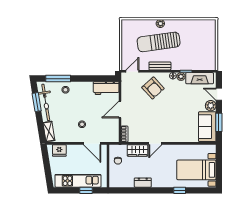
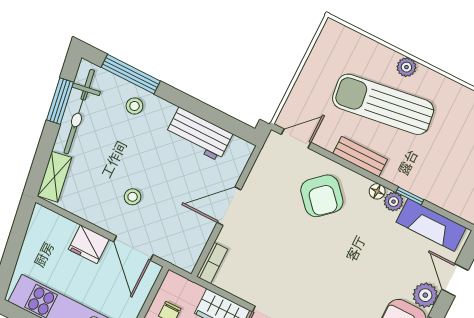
workbench: (106, 88) -> (199, 134), moved
fridge: (59, 150) -> (89, 244), moved

